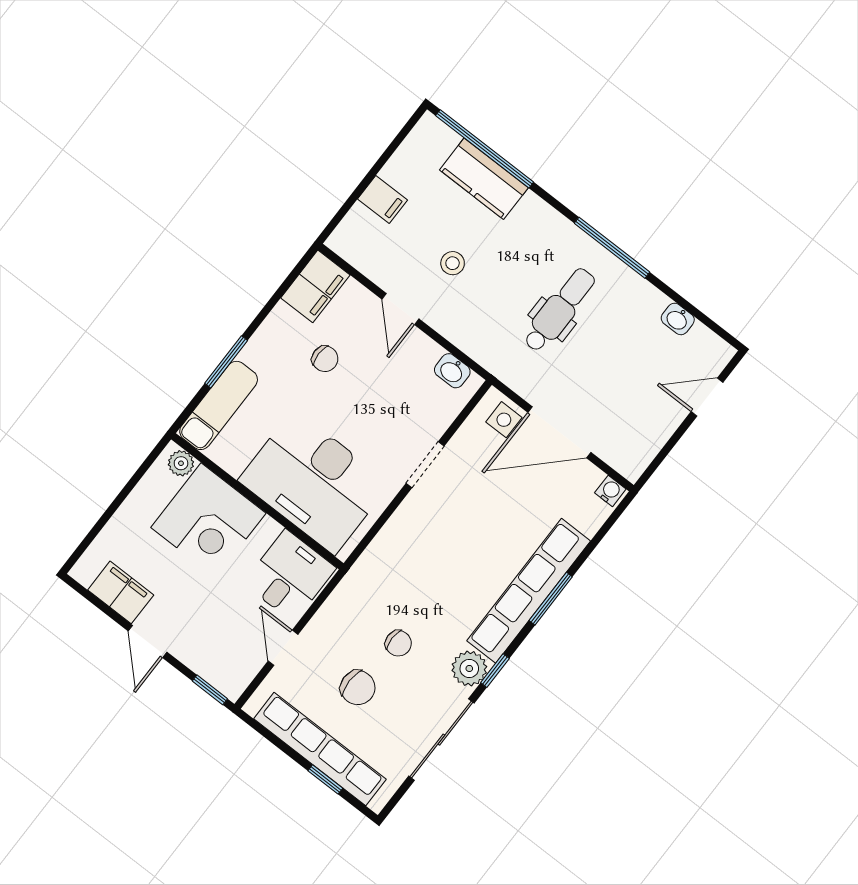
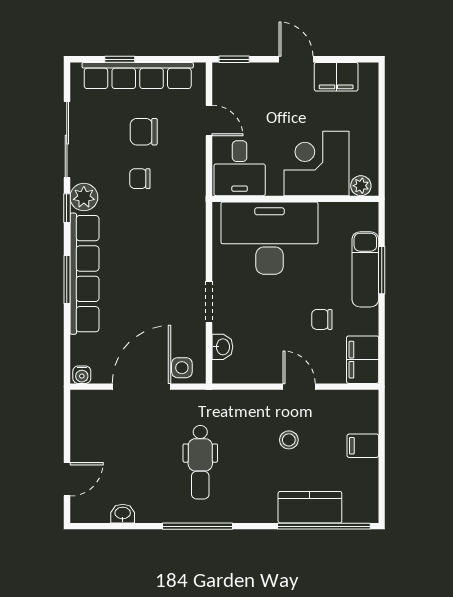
washbasin: (452, 371) -> (222, 347), moved, turned 90
exam couch: (219, 405) -> (365, 269), moved

